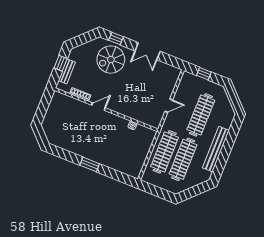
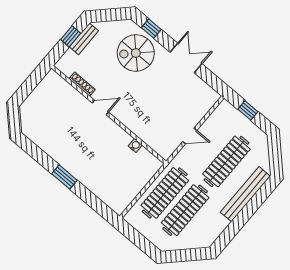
double door: (148, 51) -> (186, 58), swing flipped
bench: (67, 71) -> (84, 39), moved
bench: (216, 149) -> (245, 194), moved

